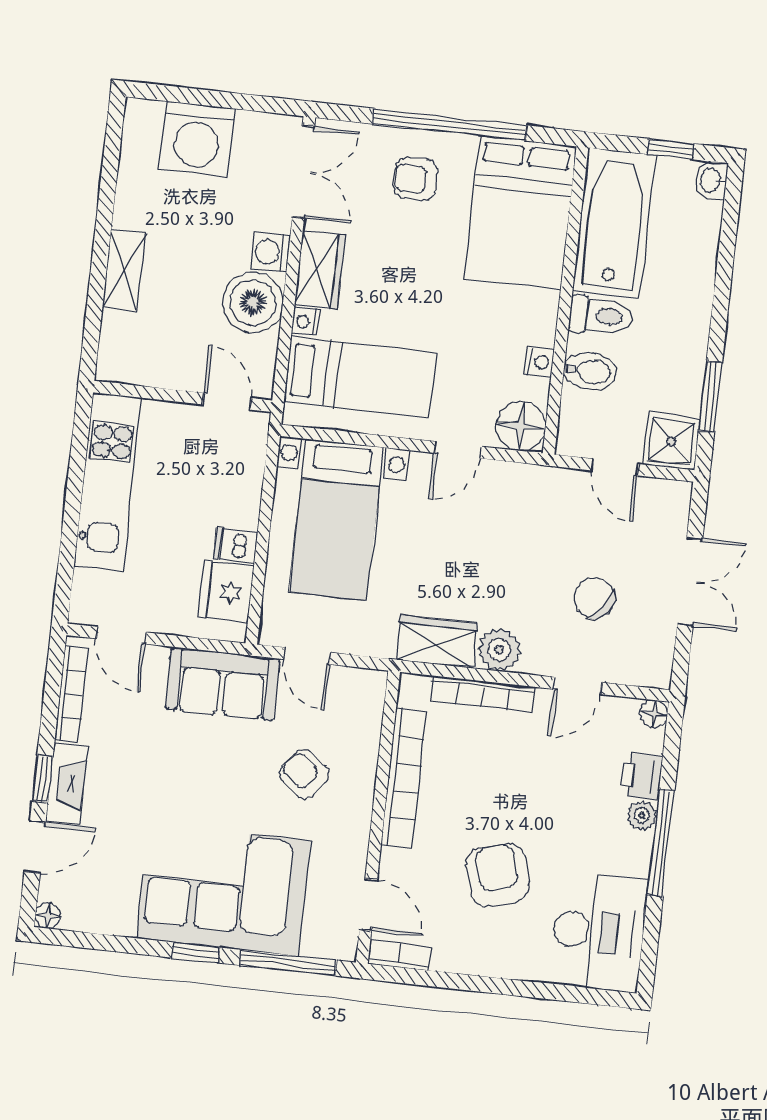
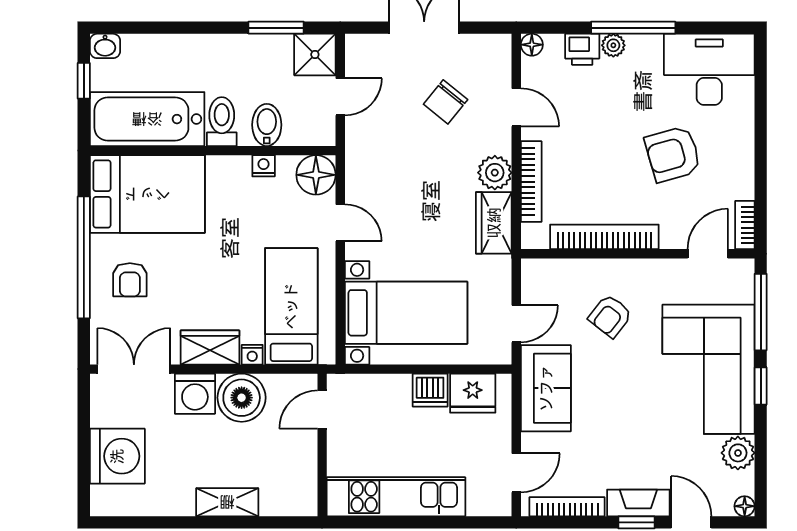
washing machine: (270, 252) -> (195, 394), width x1.38, depth x1.38
dishwasher: (236, 545) -> (430, 390), width x1.38
plant: (115, 915) -> (738, 453), added

